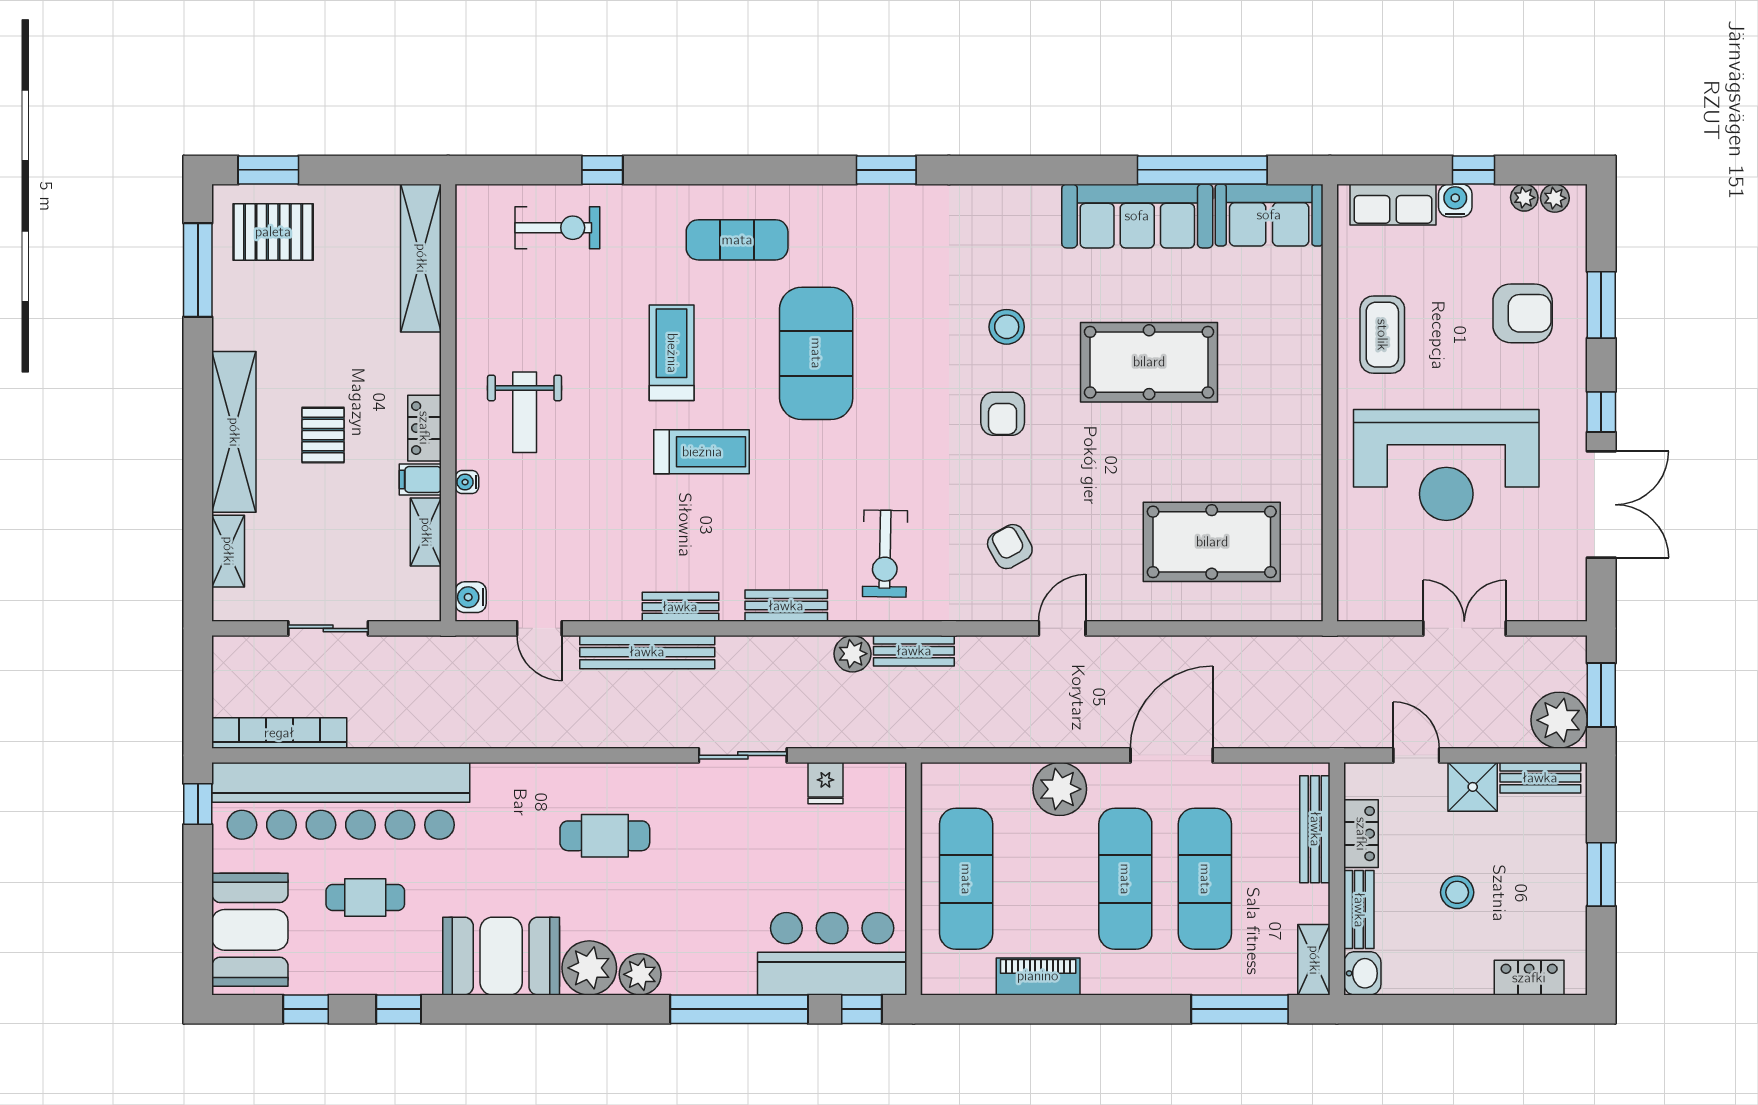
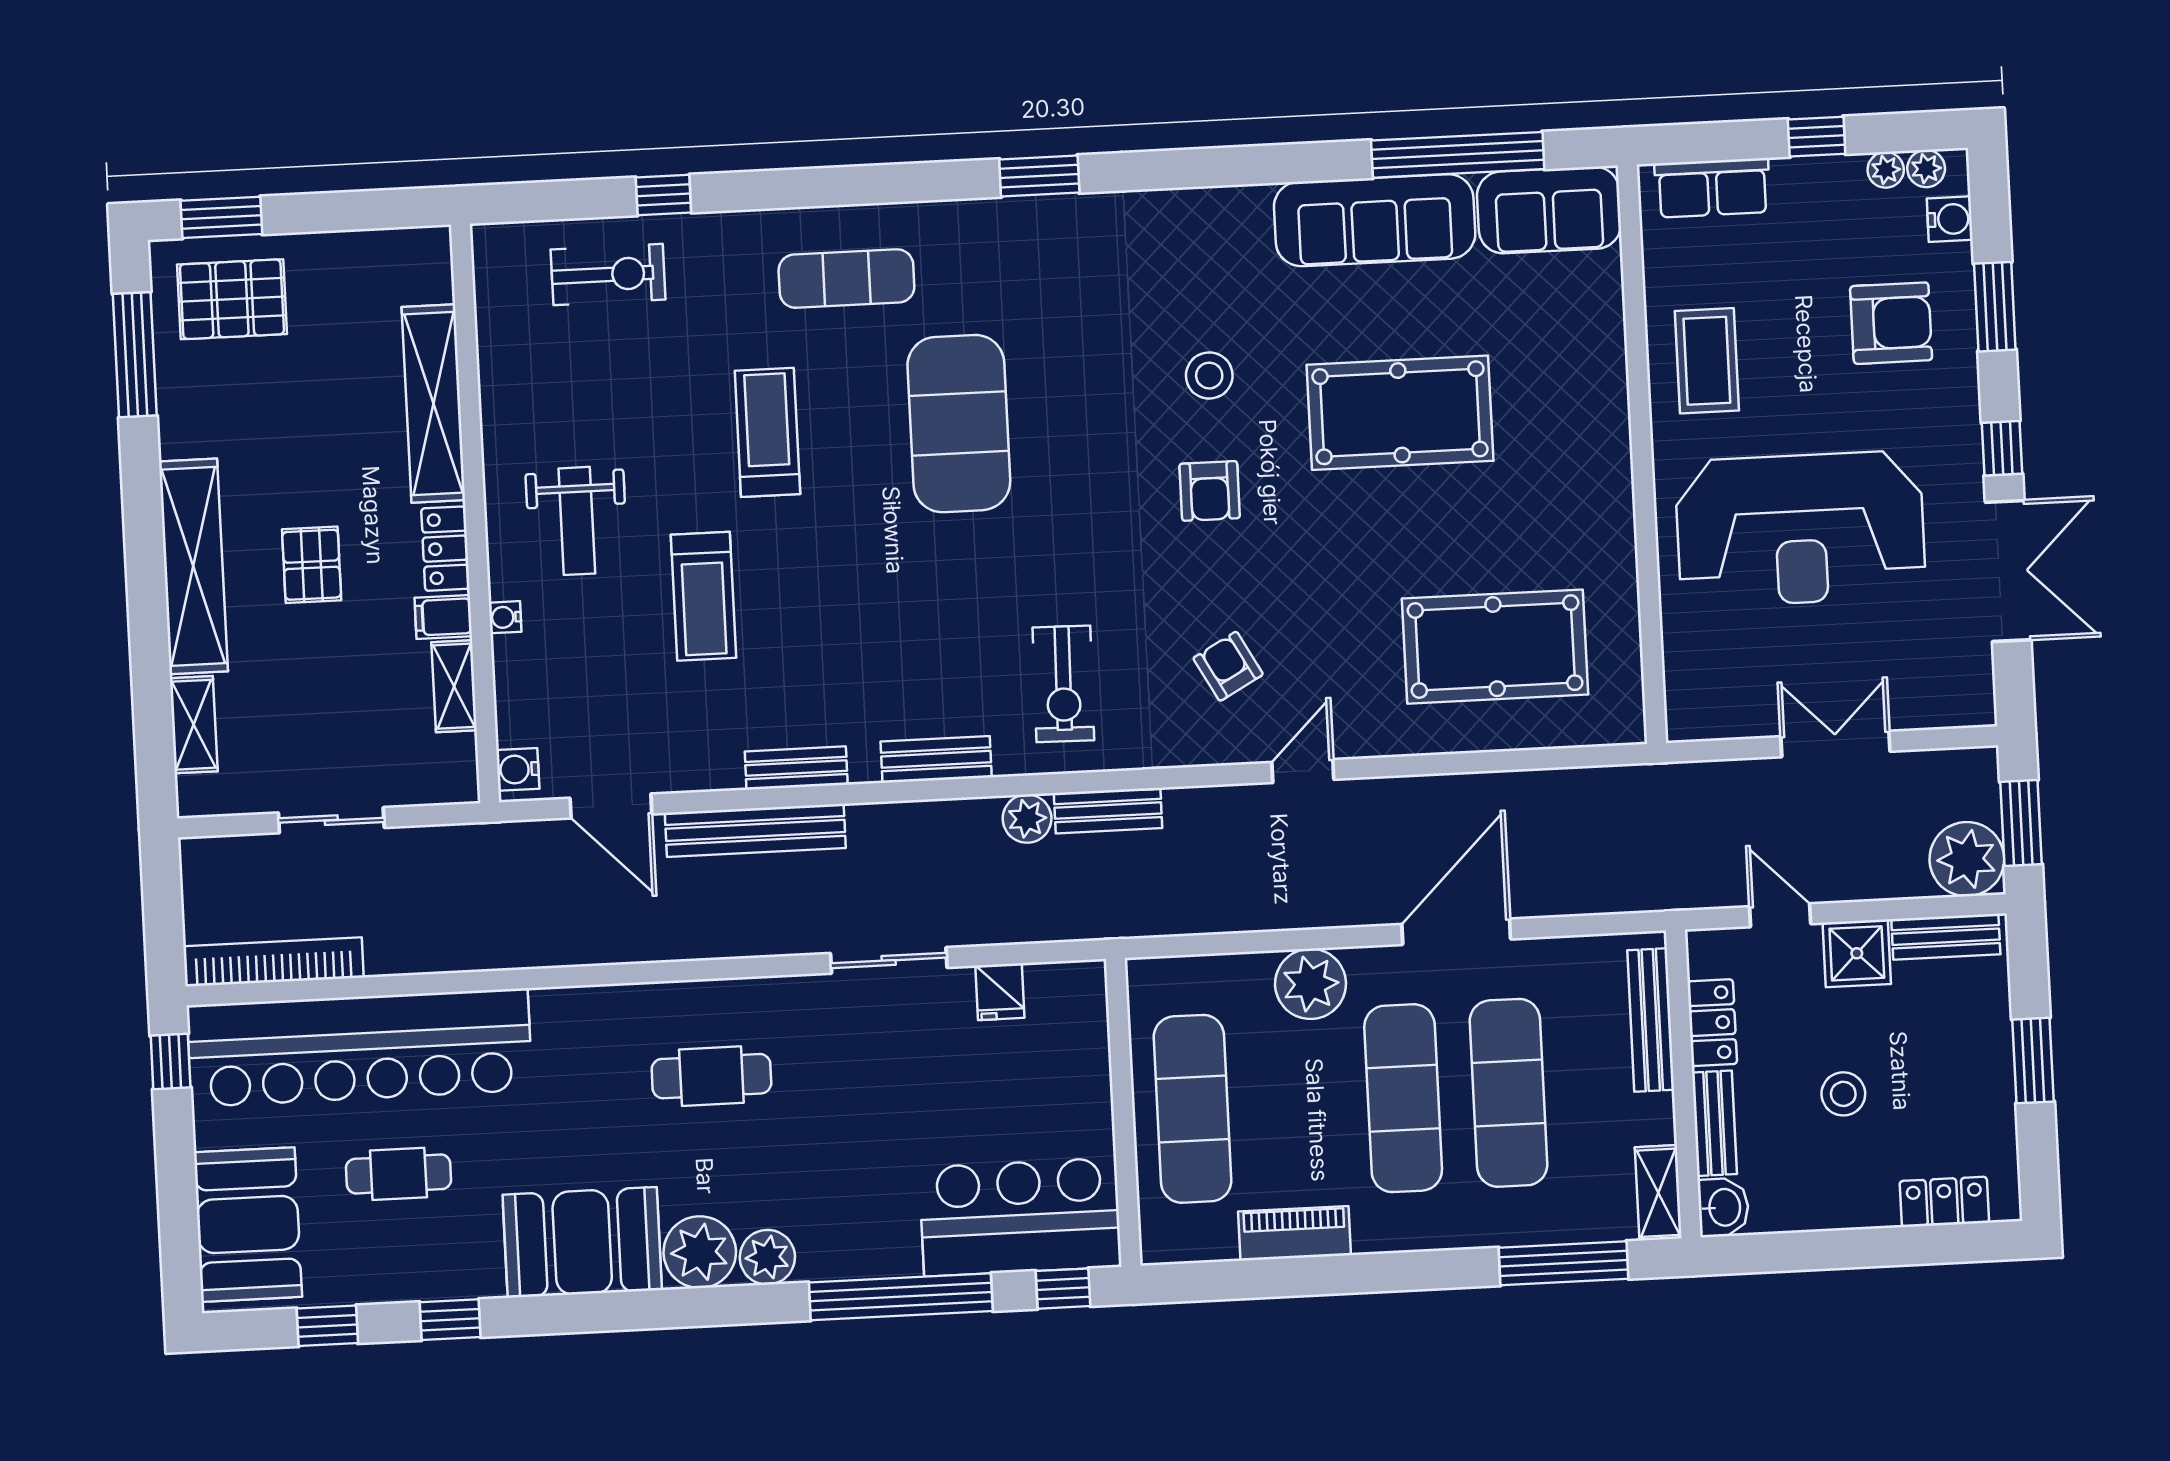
water cooler: (1455, 201) -> (1950, 219), moved, turned 90
shelving: (421, 258) -> (433, 403), moved
treadmill: (702, 452) -> (703, 596), moved, turned 90
door: (539, 628) -> (611, 806), width x1.38

